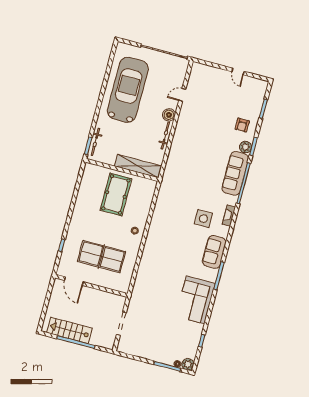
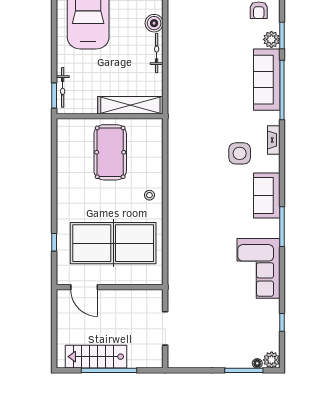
table tennis table: (102, 257) -> (113, 243), width x1.36, depth x1.32

